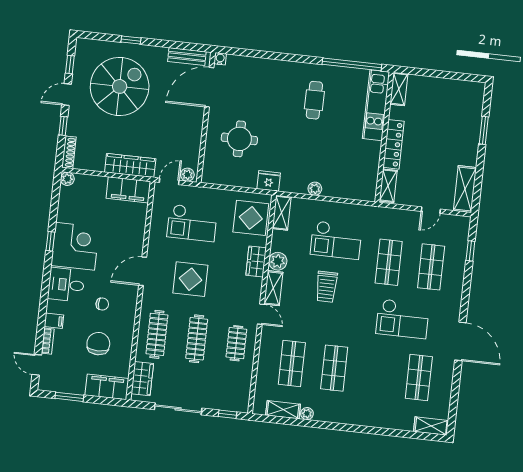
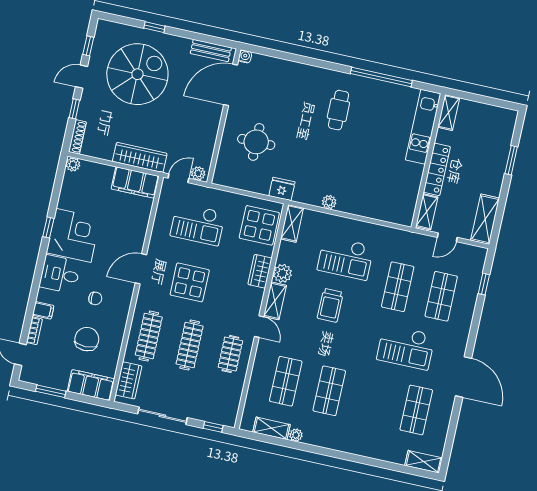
shelving: (399, 89) -> (449, 112), moved
kitchen unit: (376, 105) -> (423, 127), moved
wall: (384, 137) -> (428, 161), moved
locker: (393, 144) -> (437, 169), moved
shelving: (388, 186) -> (427, 212), moved

